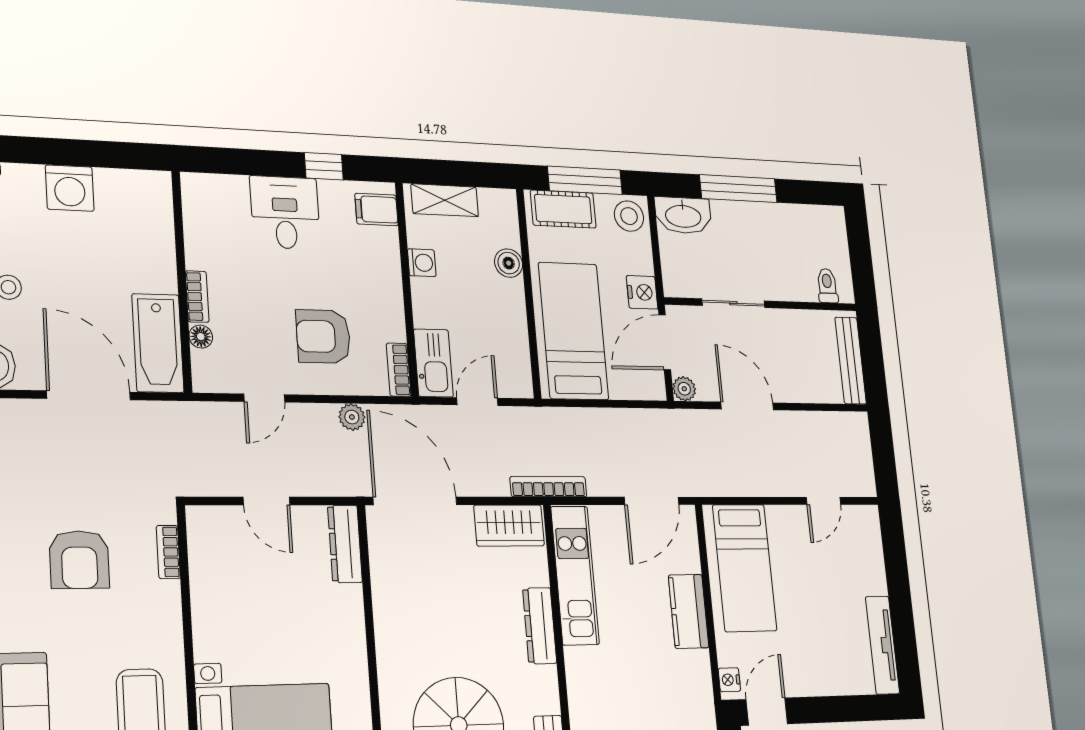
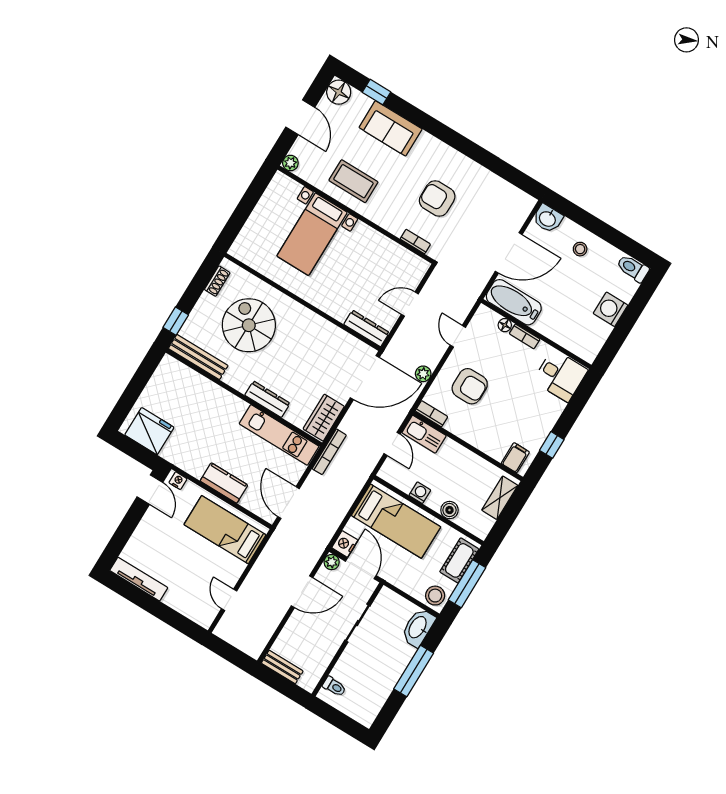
desk: (285, 213) -> (560, 375), moved
washing machine: (422, 263) -> (420, 493), moved, turned 180
nightstand: (642, 292) -> (345, 544), moved, turned 90
armchair: (323, 336) -> (470, 386), turned 90
bench: (851, 361) -> (282, 667), width x0.73

